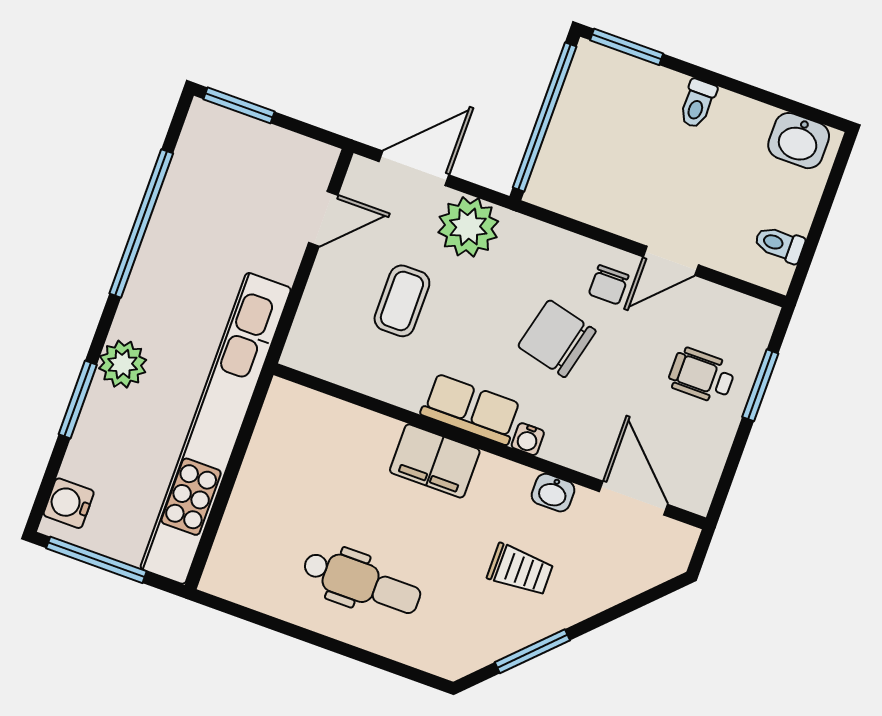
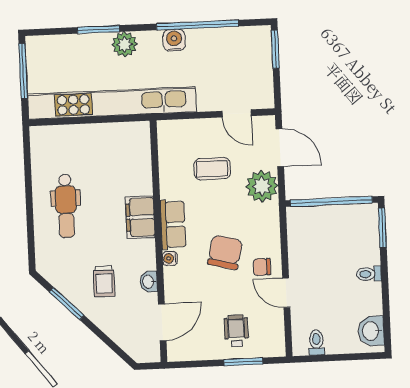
water cooler: (69, 503) -> (174, 40), moved

